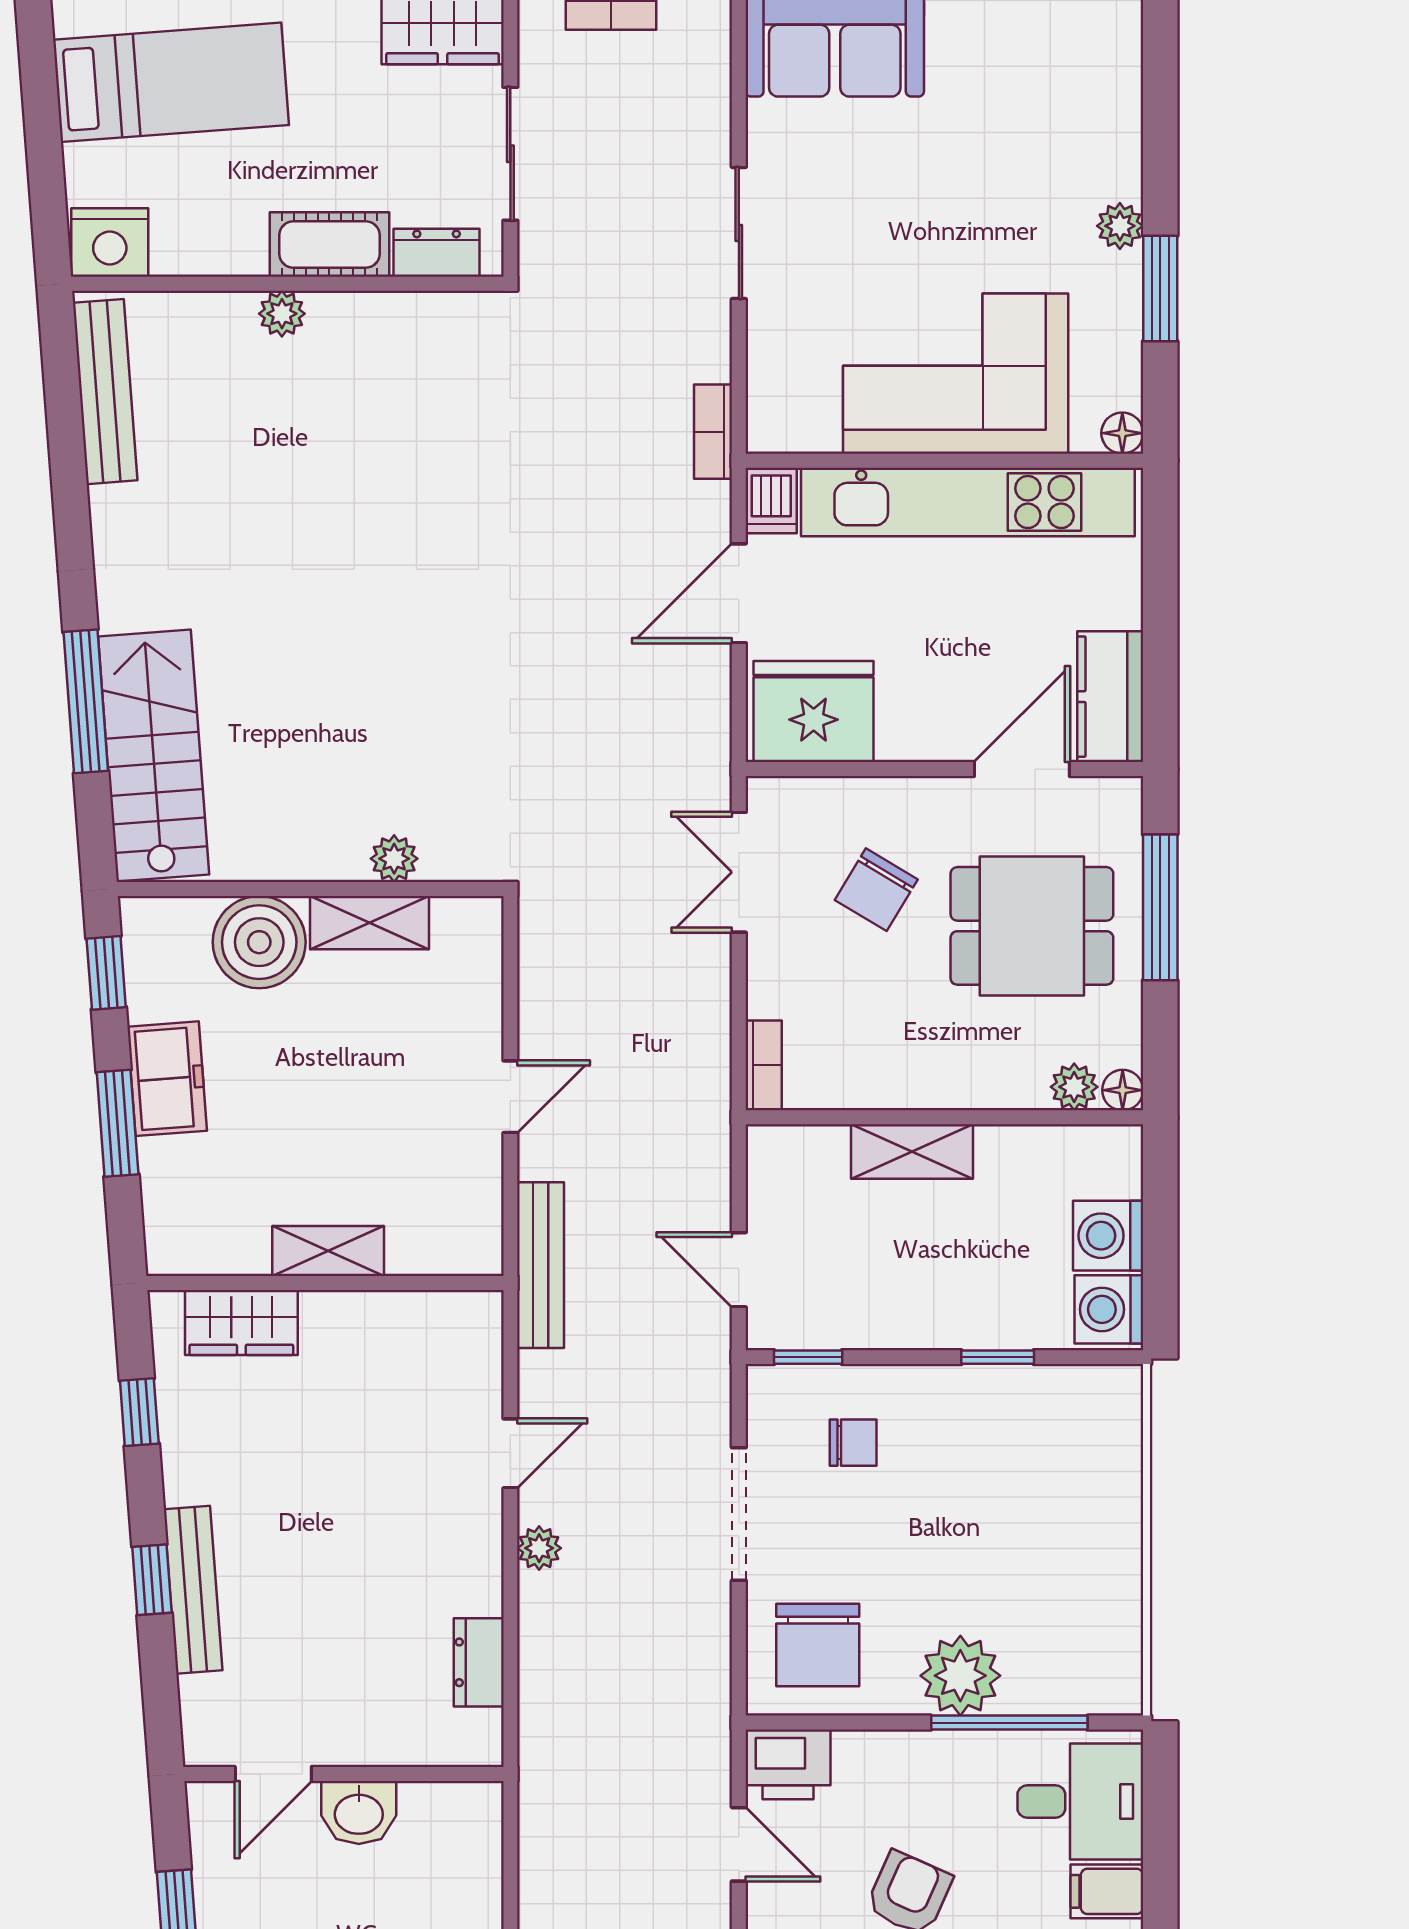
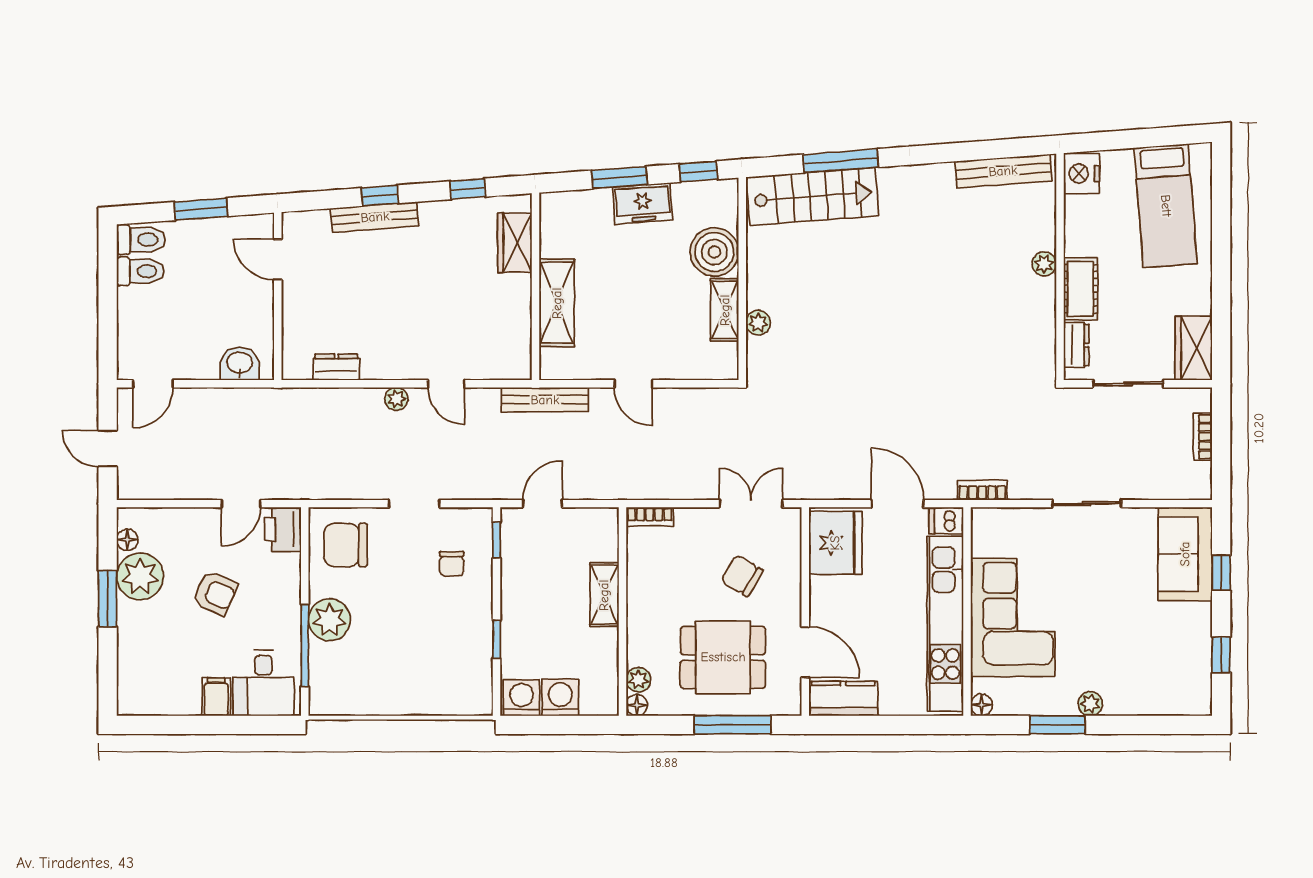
dining table: (1032, 926) -> (723, 657), turned 90
shelving: (328, 1251) -> (557, 303), width x1.50, depth x1.33
doorway: (739, 1514) -> (414, 504), width x0.73
washbasin: (359, 1812) -> (239, 364), moved, turned 90

